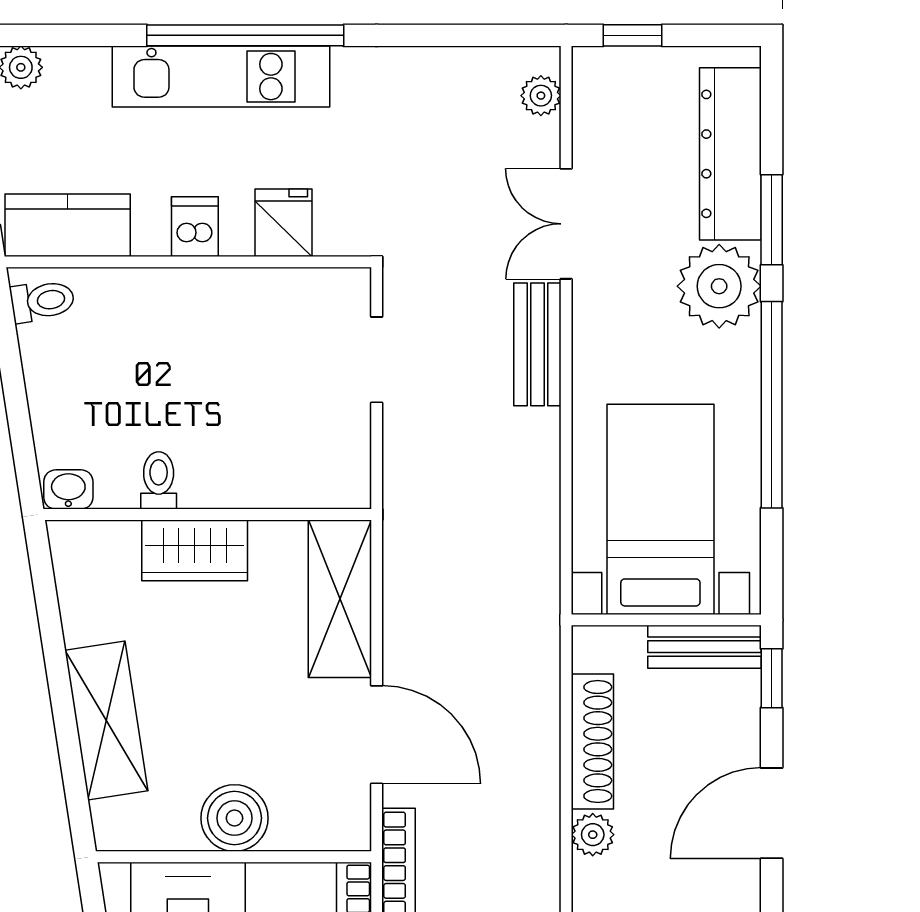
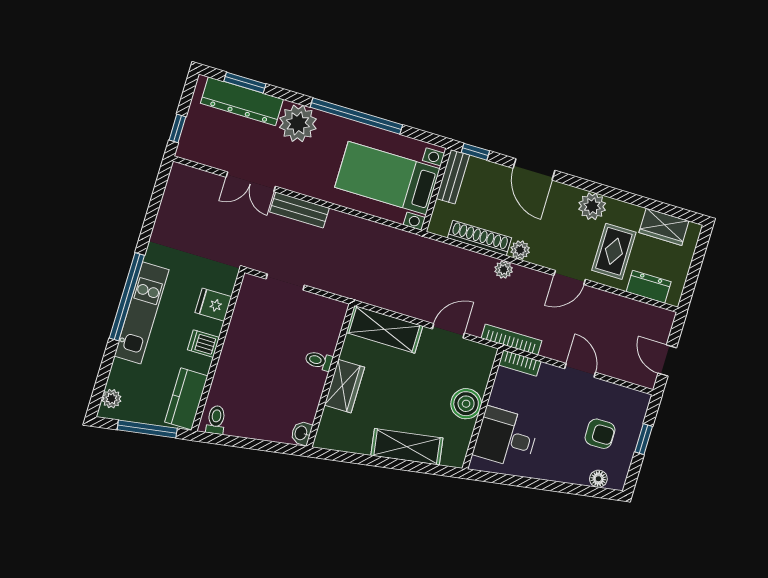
plant: (541, 96) -> (504, 270), moved
window: (772, 220) -> (245, 83), moved
toilet: (159, 480) -> (319, 361), moved
door: (377, 735) -> (448, 331), width x0.73

